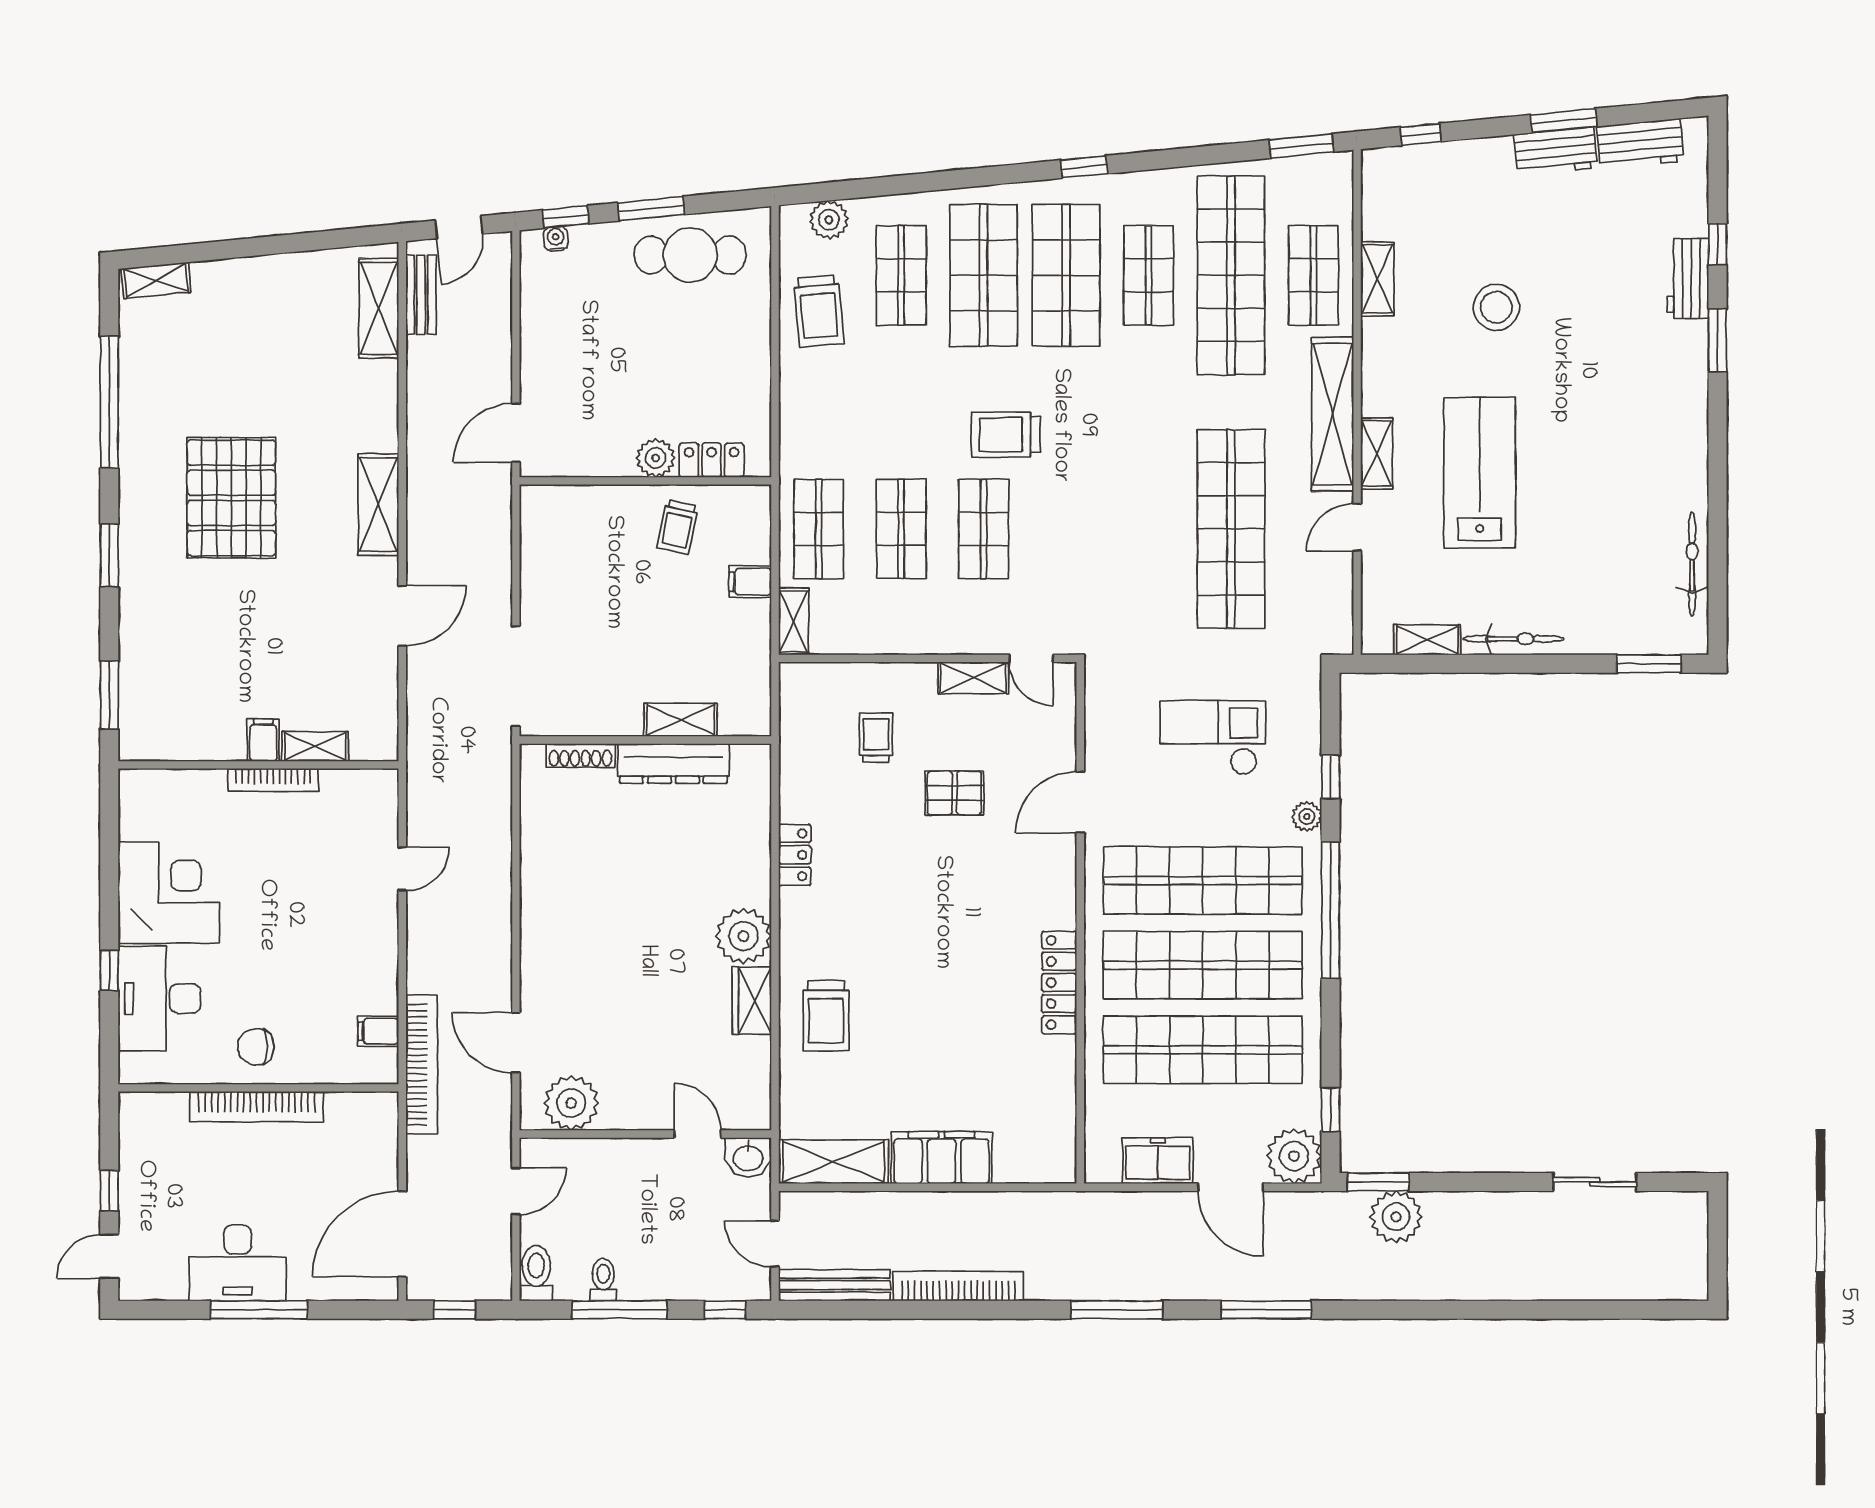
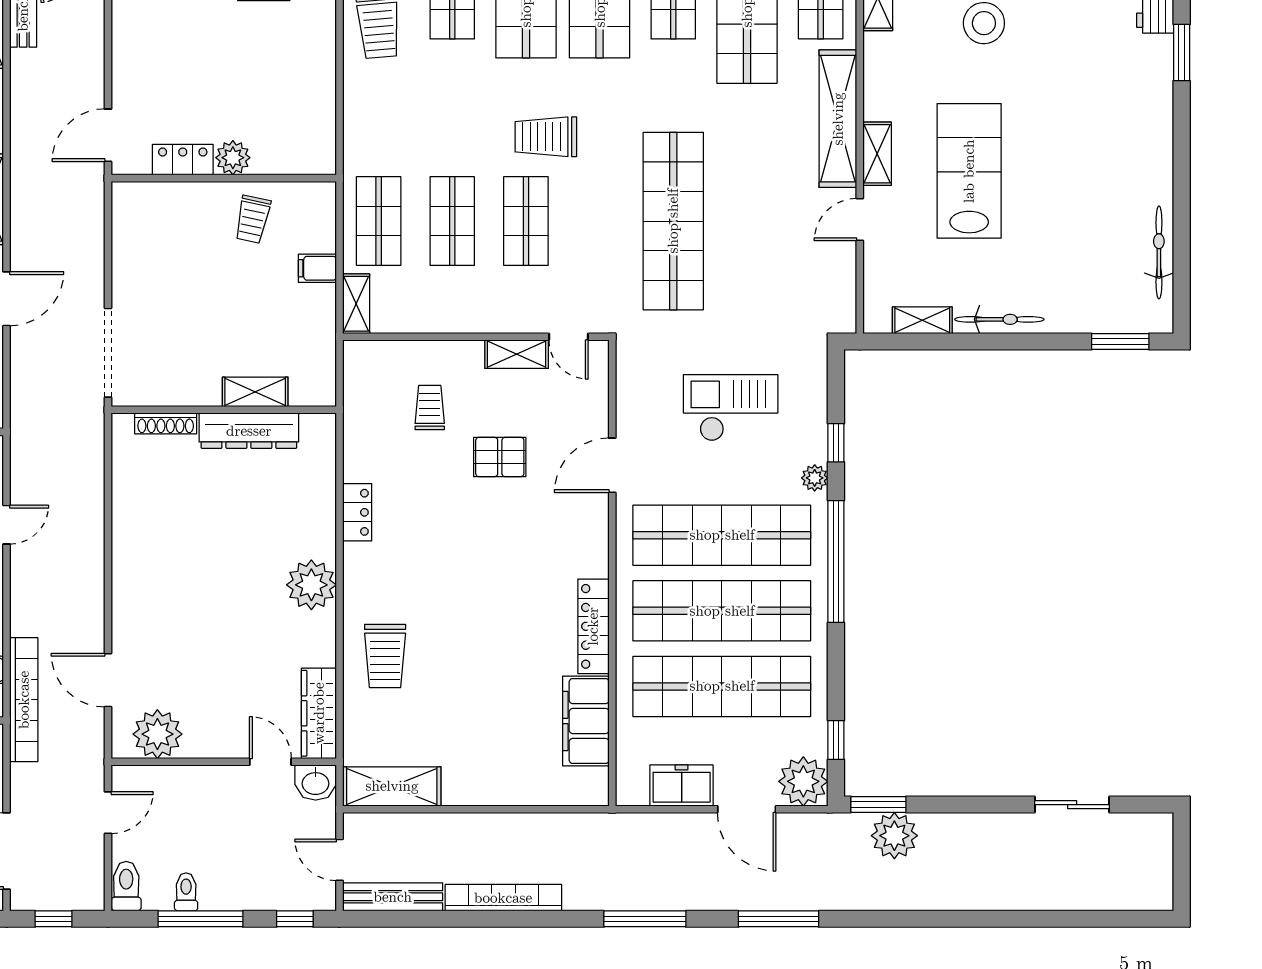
locker: (712, 460) -> (183, 160), moved
shop shelf: (1231, 529) -> (673, 221), moved
wardrobe: (752, 1001) -> (319, 713), moved, width x1.50
filing cabinet: (941, 1158) -> (586, 721), moved, turned -90

